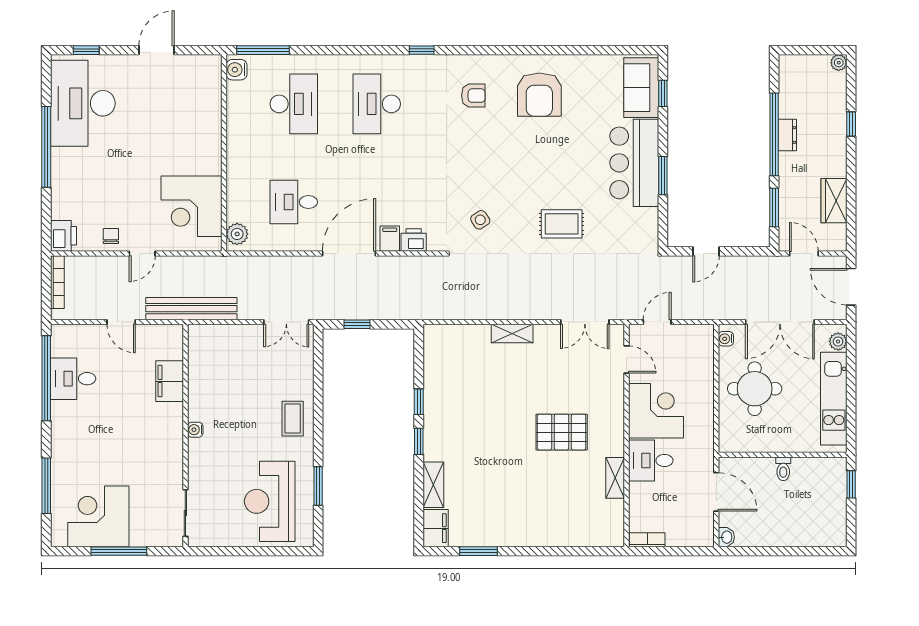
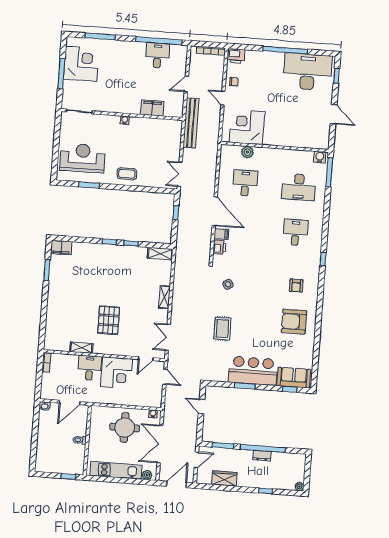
desk: (377, 104) -> (295, 232), width x0.73
plant: (237, 234) -> (247, 152), moved
shelving: (433, 485) -> (160, 254), moved

